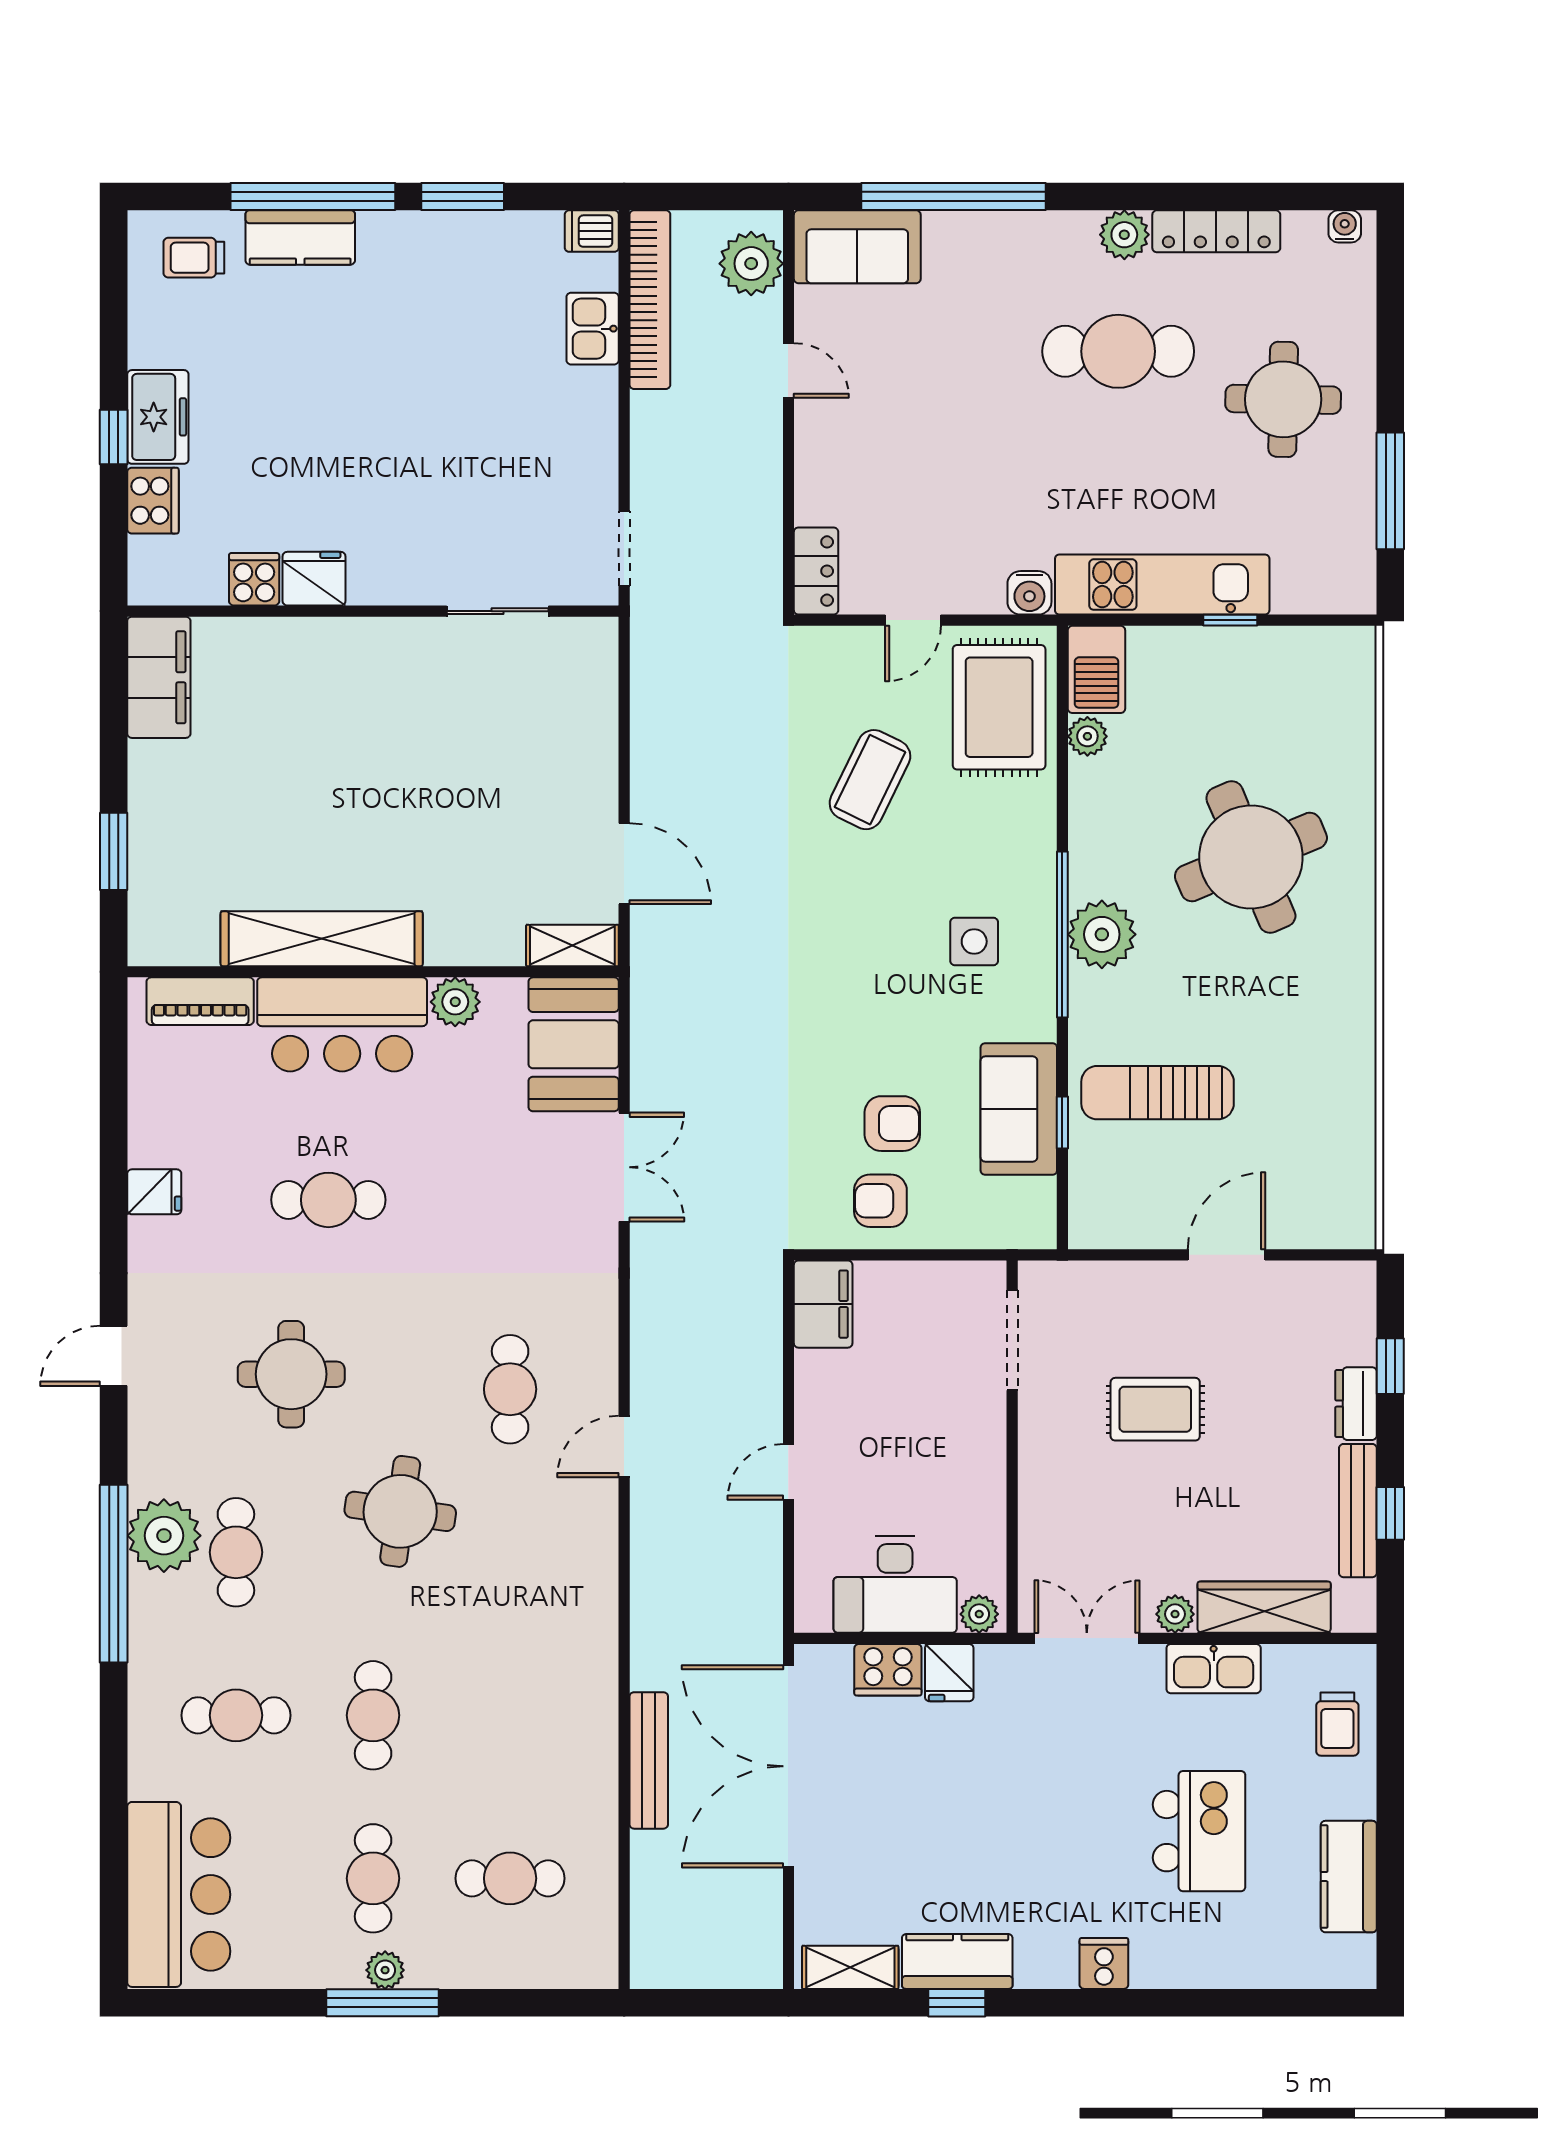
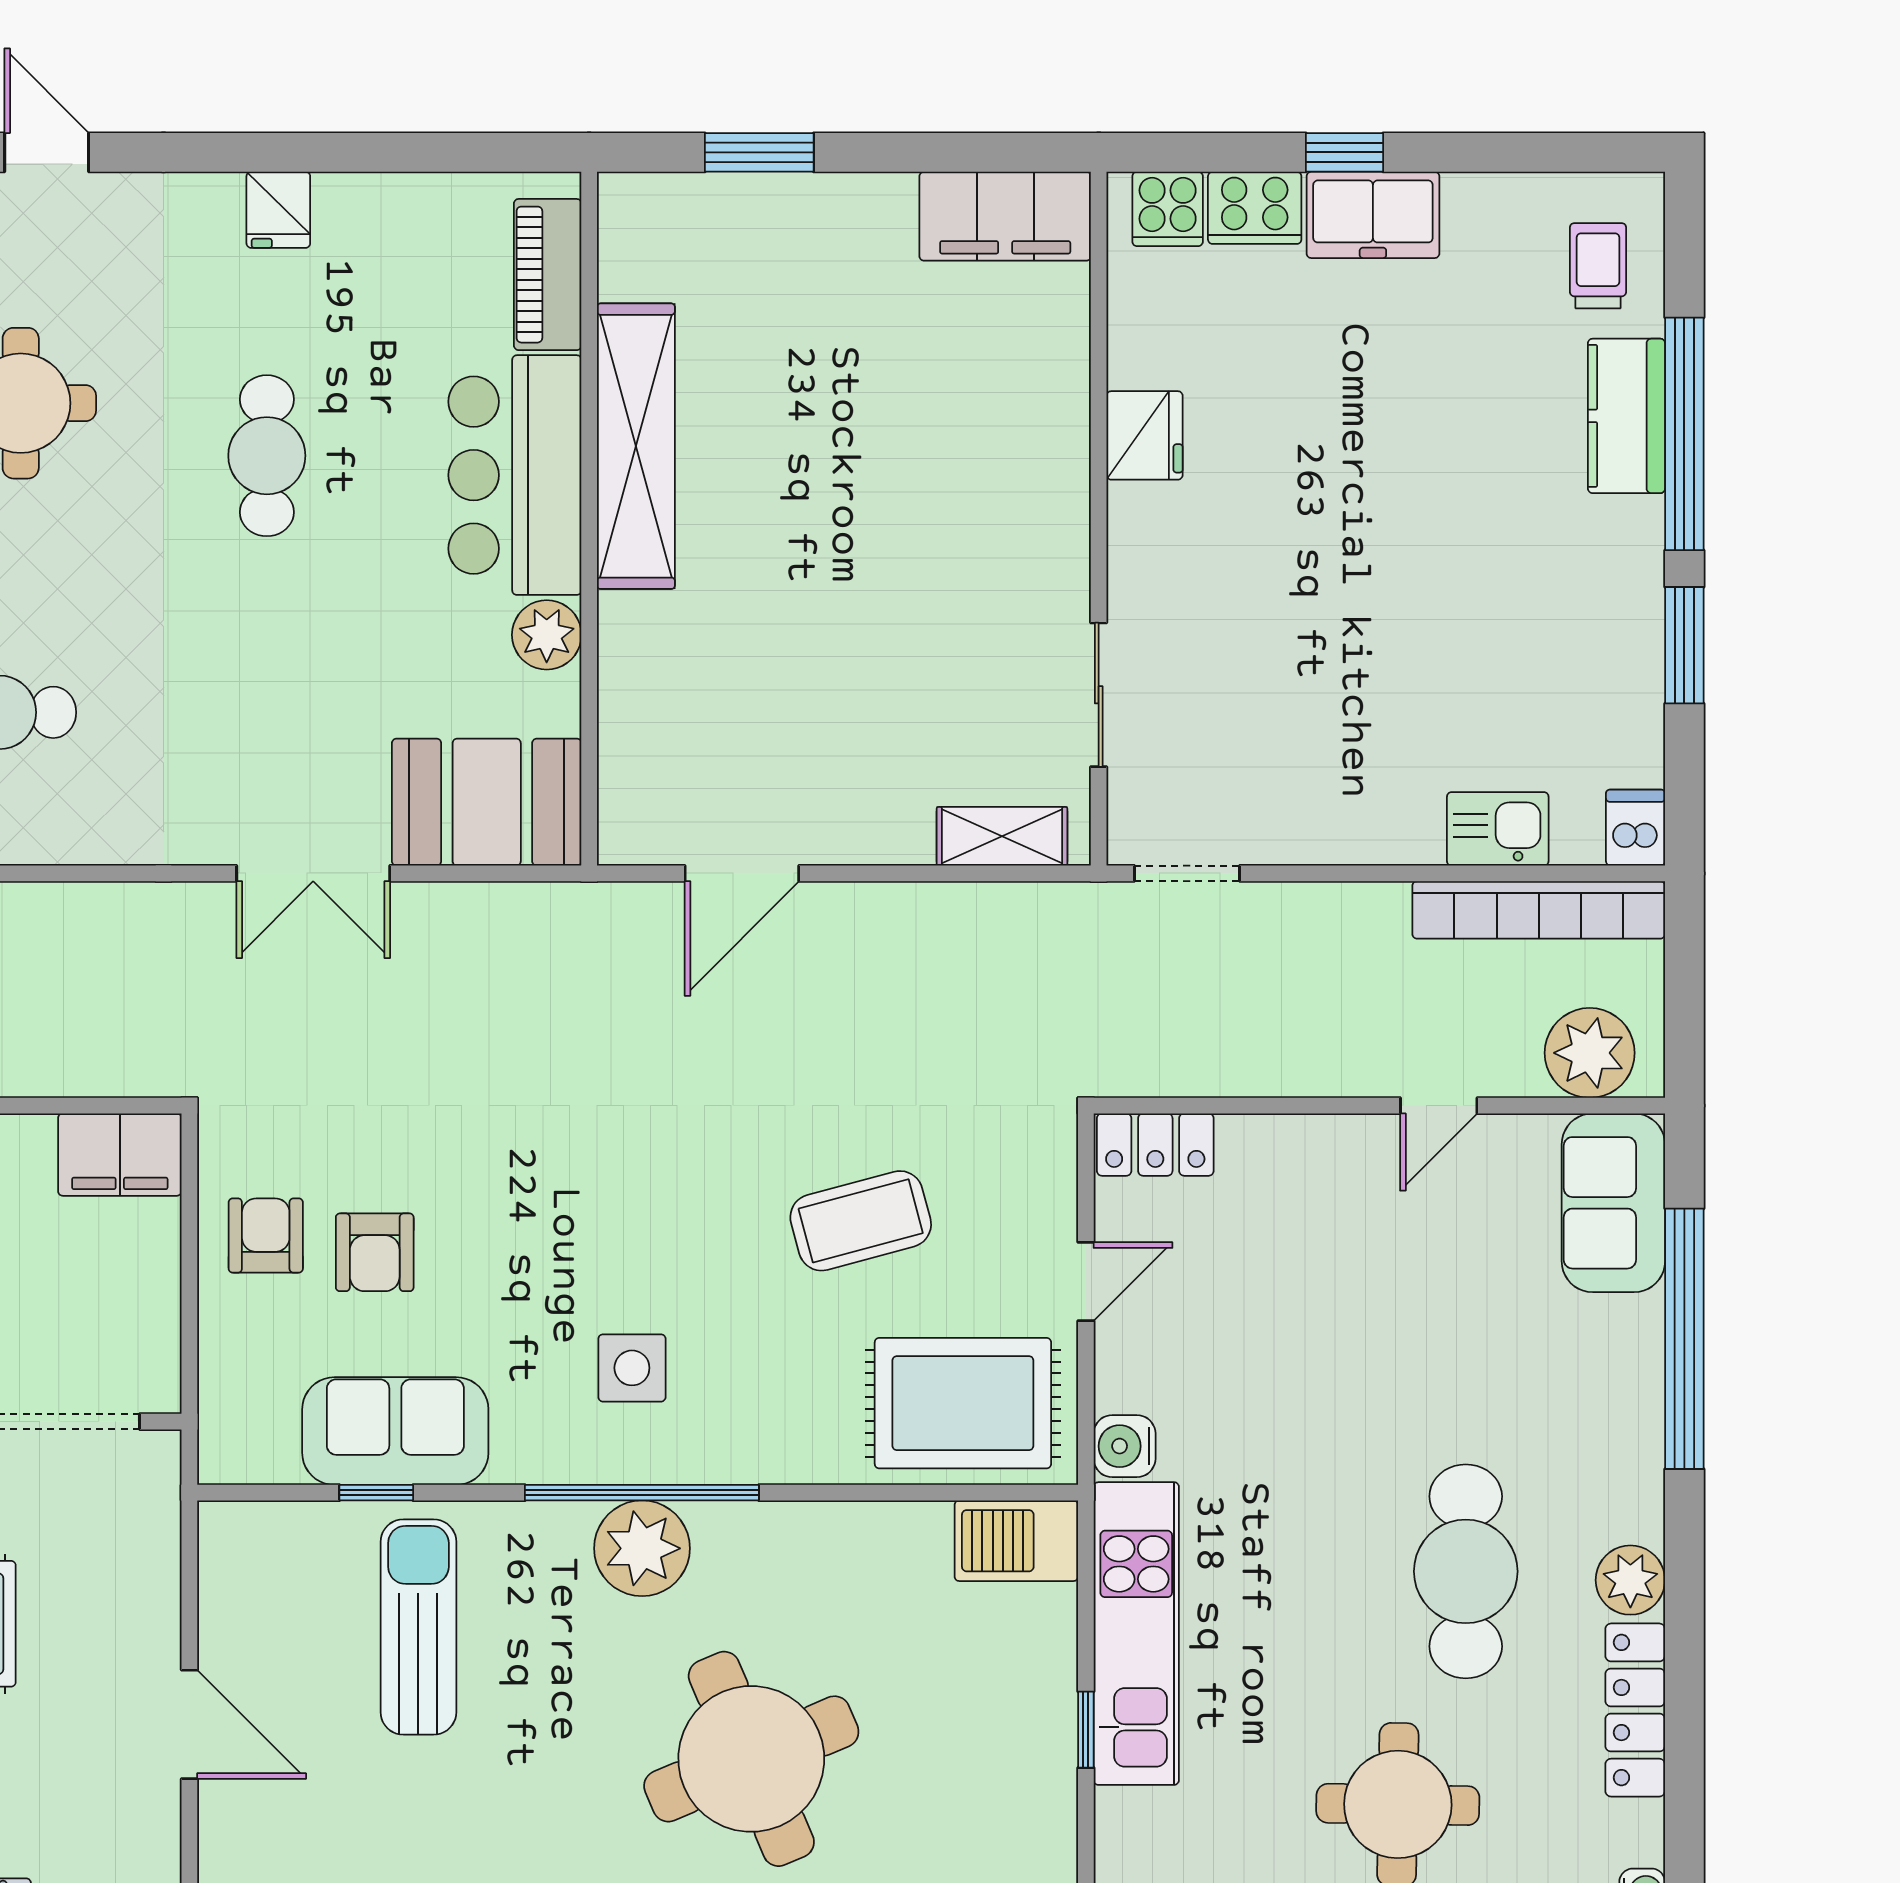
cooker: (254, 579) -> (1168, 209), moved, turned 90
door: (913, 620) -> (1086, 1282), swing flipped
plant: (1087, 736) -> (922, 1528), removed
coffee table: (870, 780) -> (861, 1221), turned -41
shelving: (572, 945) -> (1002, 836), moved, turned 90

